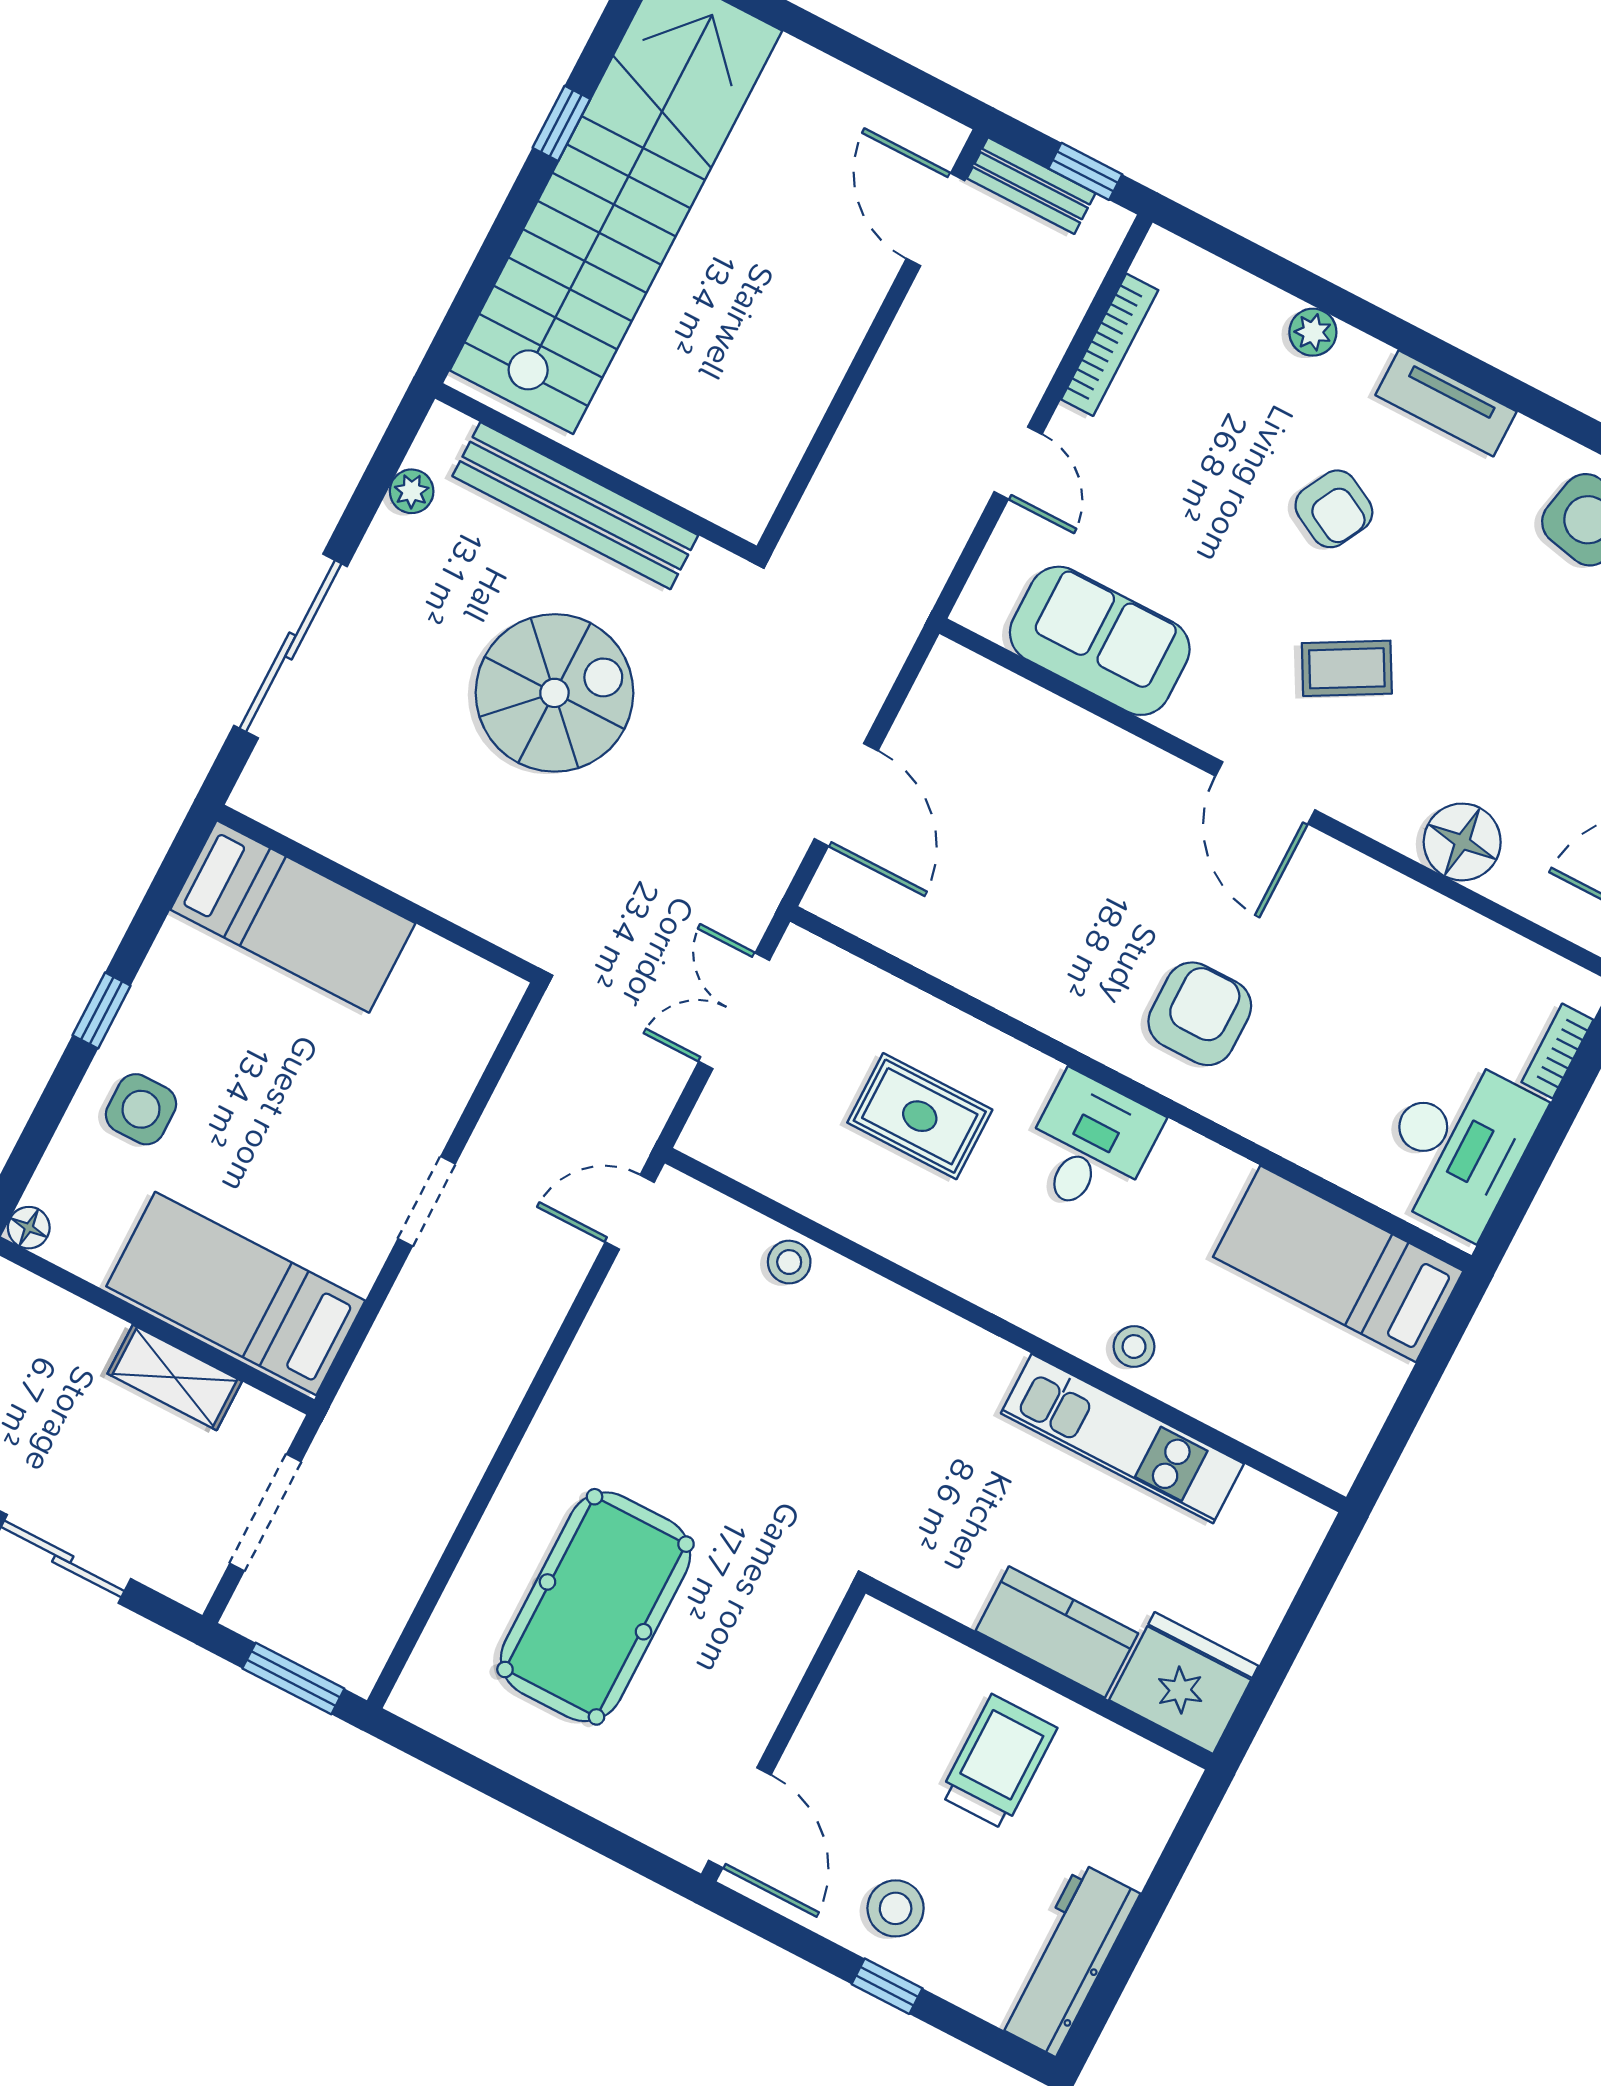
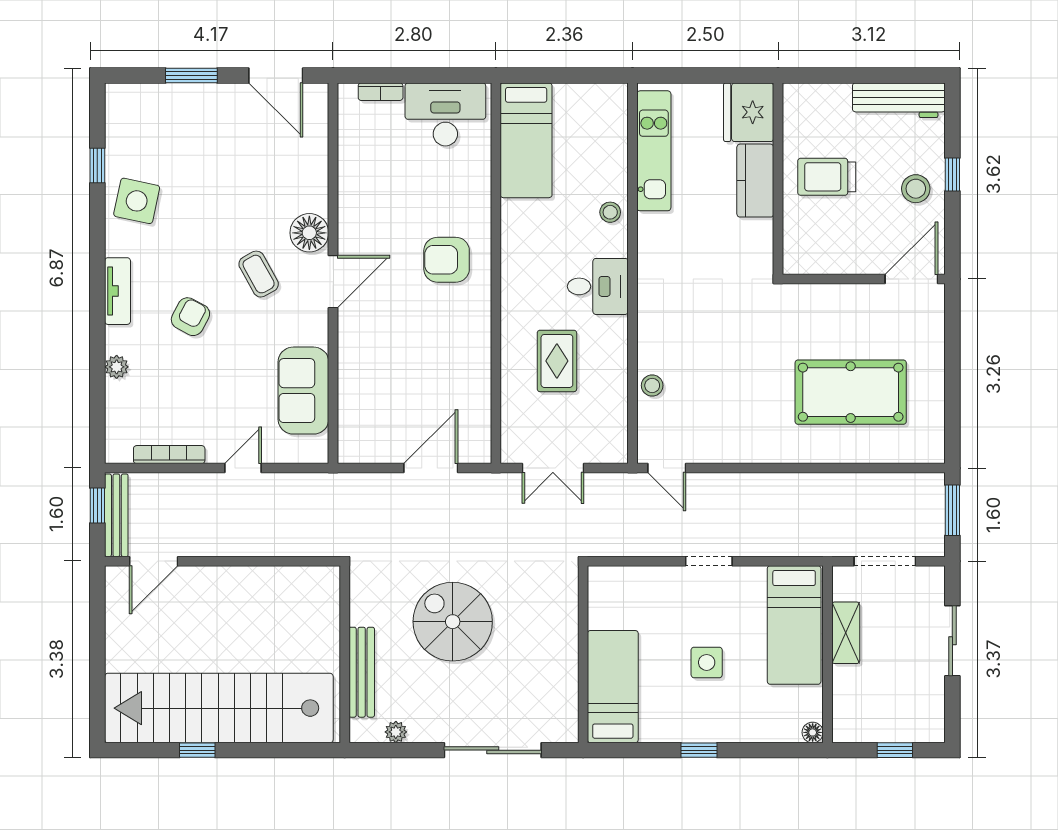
bench: (1031, 186) -> (116, 515), width x1.36
bench: (575, 506) -> (362, 672), width x0.73, depth x0.82
floor lamp: (1462, 842) -> (309, 233), moved
side table: (141, 1109) -> (707, 662), moved
desk: (1090, 1145) -> (598, 286), moved, turned 180
kitchen unit: (1122, 1438) -> (654, 151), moved

